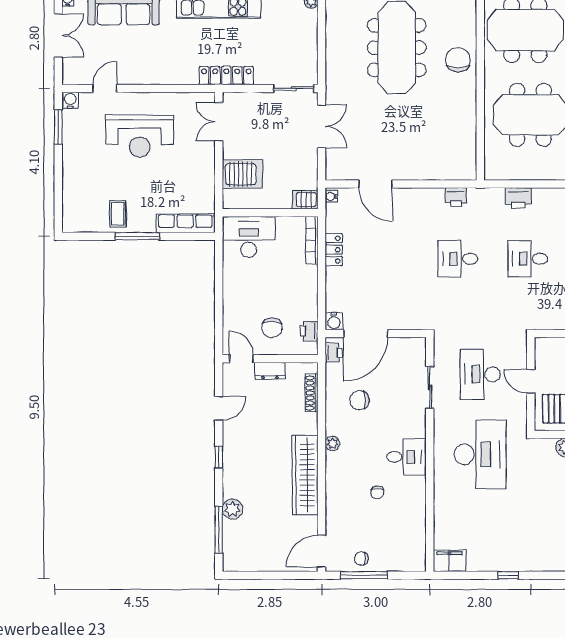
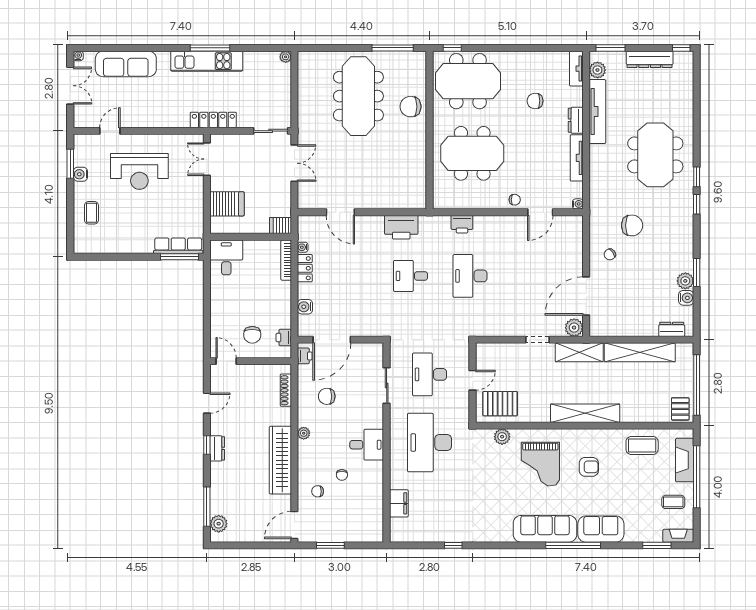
chair: (458, 60) -> (411, 107), turned -90
water cooler: (70, 100) -> (80, 174), moved, turned -90
water cooler: (331, 196) -> (303, 247), moved
printer: (456, 197) -> (401, 227), width x1.87, depth x1.48
coffee table: (118, 214) -> (91, 213), moved
window: (137, 236) -> (180, 257), moved
desk: (249, 237) -> (226, 257), width x0.73
desk: (528, 259) -> (470, 276), width x1.37
water cooler: (334, 321) -> (305, 307), moved, turned 90
dresser: (270, 371) -> (217, 448), moved, turned -90
door: (531, 381) -> (473, 380), swing flipped
desk: (480, 454) -> (430, 443), turned 180
plant: (233, 509) -> (219, 524), moved
chair: (361, 559) -> (318, 491), moved
filing cabinet: (450, 561) -> (399, 503), moved, turned 90
window: (364, 575) -> (330, 545), width x0.69

